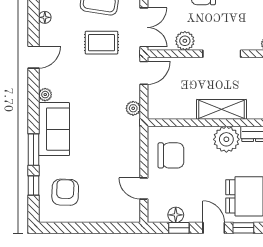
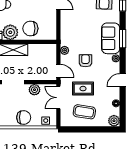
door: (144, 73) -> (58, 71), swing flipped
armchair: (97, 90) -> (85, 61), added
window: (34, 150) -> (123, 39), moved
chair: (171, 155) -> (30, 28), moved

